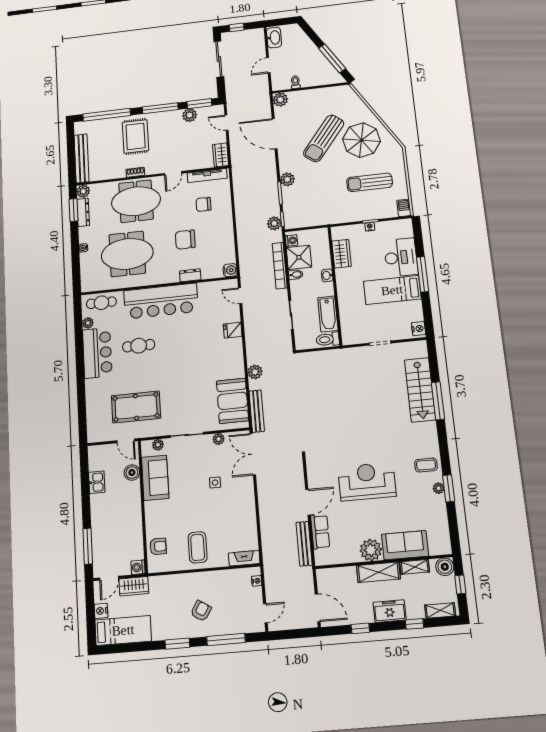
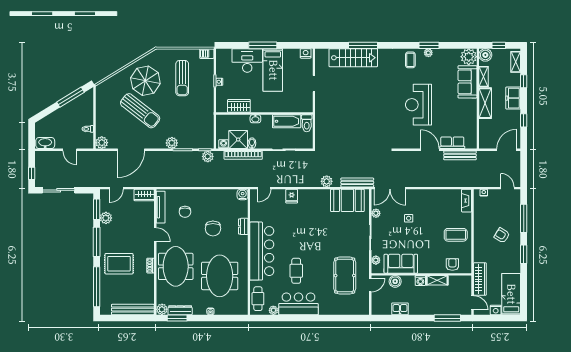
shelving: (136, 528) -> (437, 280), added
plant: (371, 550) -> (469, 57), moved
washing machine: (138, 567) -> (420, 281), moved
wardrobe: (134, 586) -> (480, 279), width x1.50

